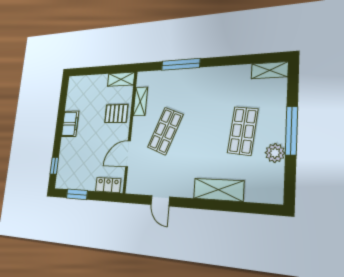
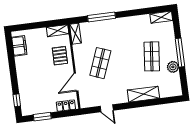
shelving: (140, 101) -> (75, 34), moved
pallet: (116, 114) -> (60, 56), turned 90
filing cabinet: (70, 124) -> (19, 46), moved

